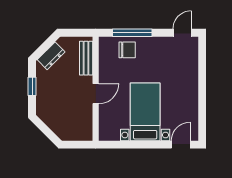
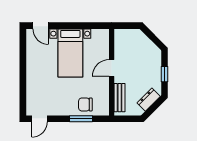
window: (132, 33) -> (81, 119), width x0.69
door: (181, 145) -> (41, 26), hinge flipped

